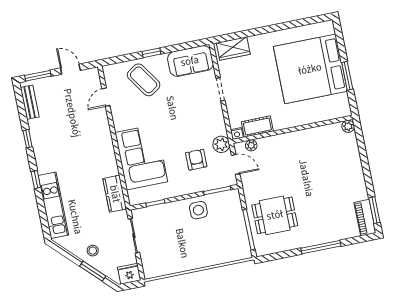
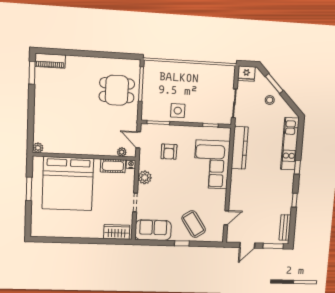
door: (70, 69) -> (247, 245), hinge flipped
bed: (310, 69) -> (68, 184), moved, turned 90
plant: (221, 144) -> (145, 177), moved
kitchen counter: (115, 194) -> (240, 148), width x1.50
piano: (365, 218) -> (50, 61), moved, turned 90
window: (321, 247) -> (85, 54), removed

